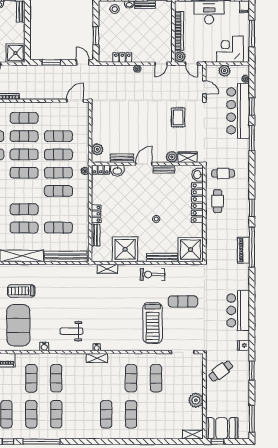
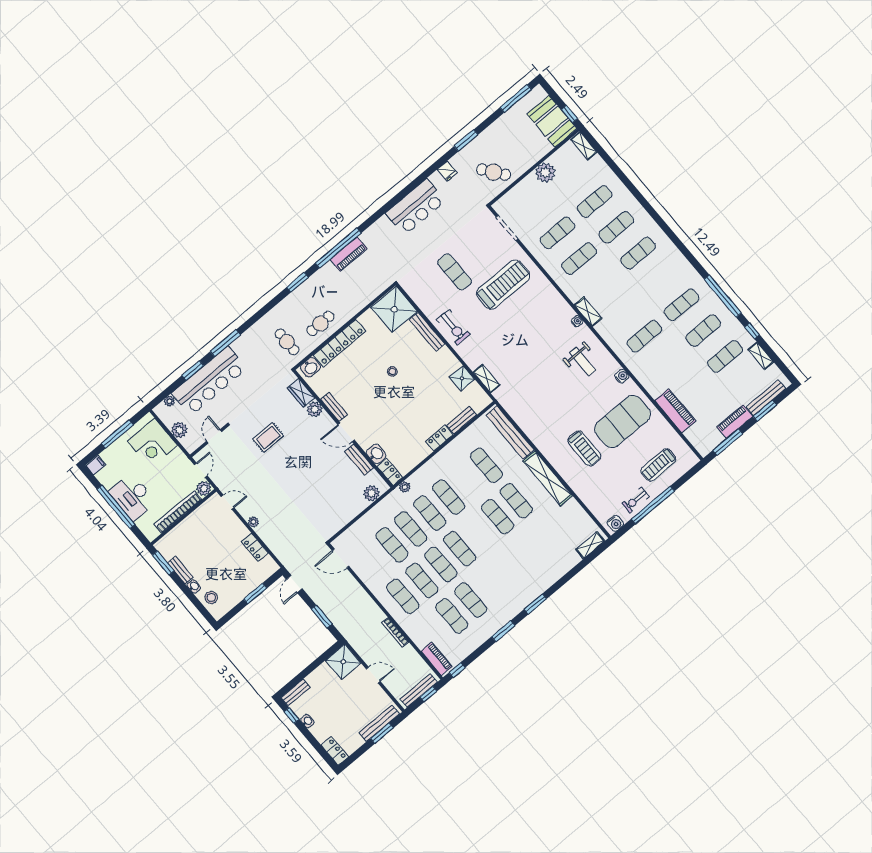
shower: (125, 249) -> (462, 378), width x0.54, depth x0.54
exercise mat: (31, 378) -> (595, 201), moved

